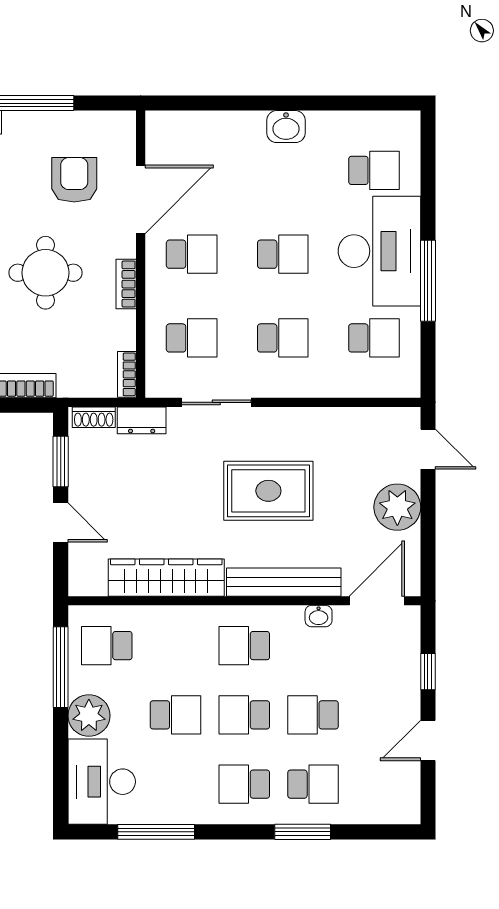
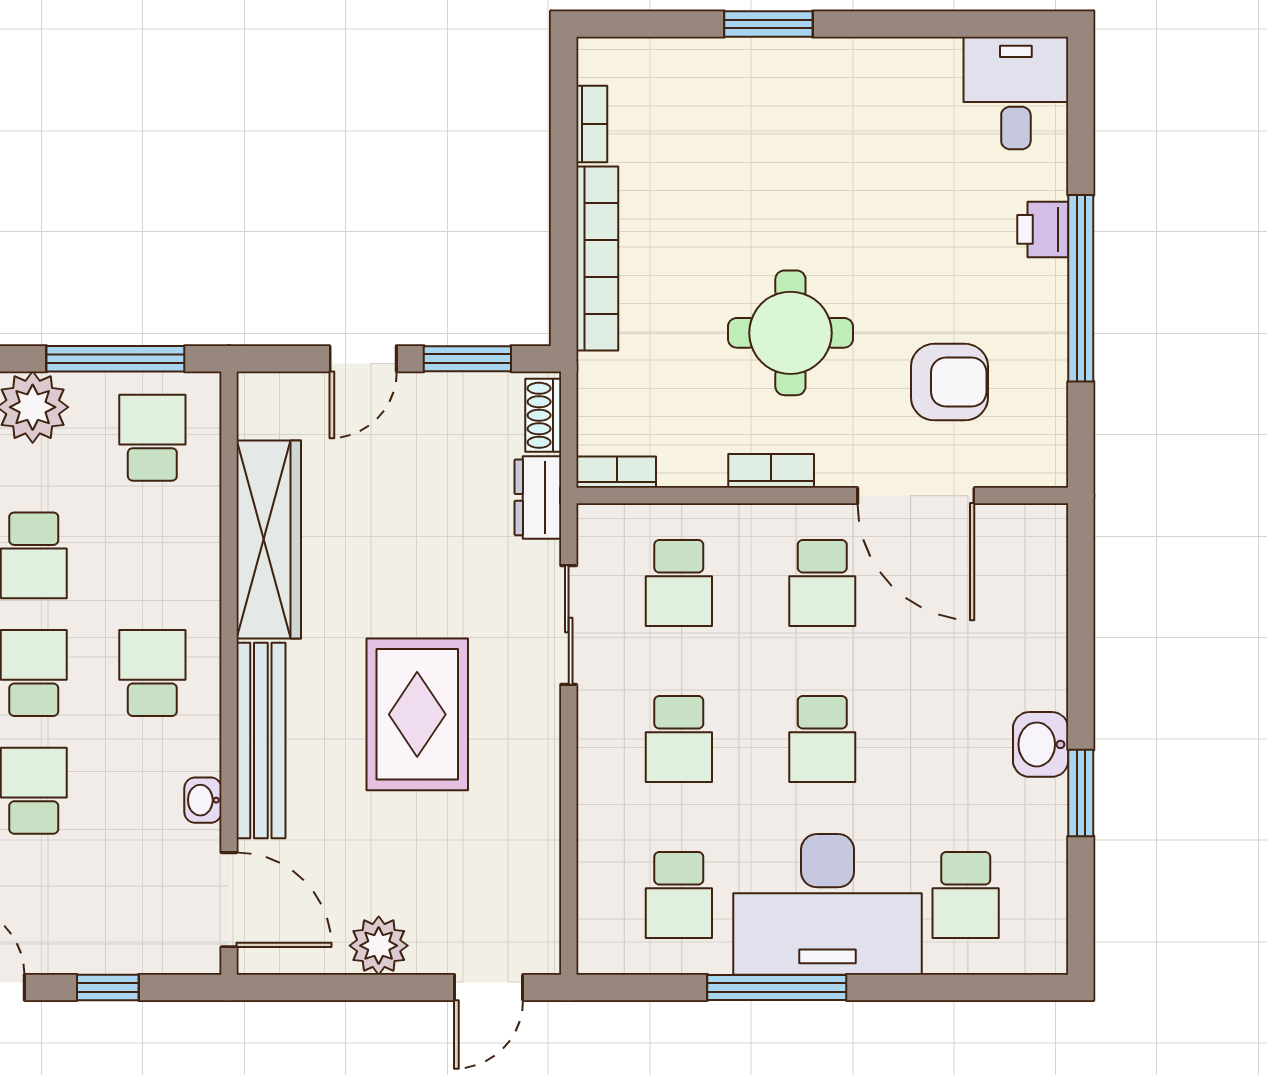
window: (314, 103) -> (1081, 793), added
plant: (397, 507) -> (379, 946), width x0.73, depth x0.73

